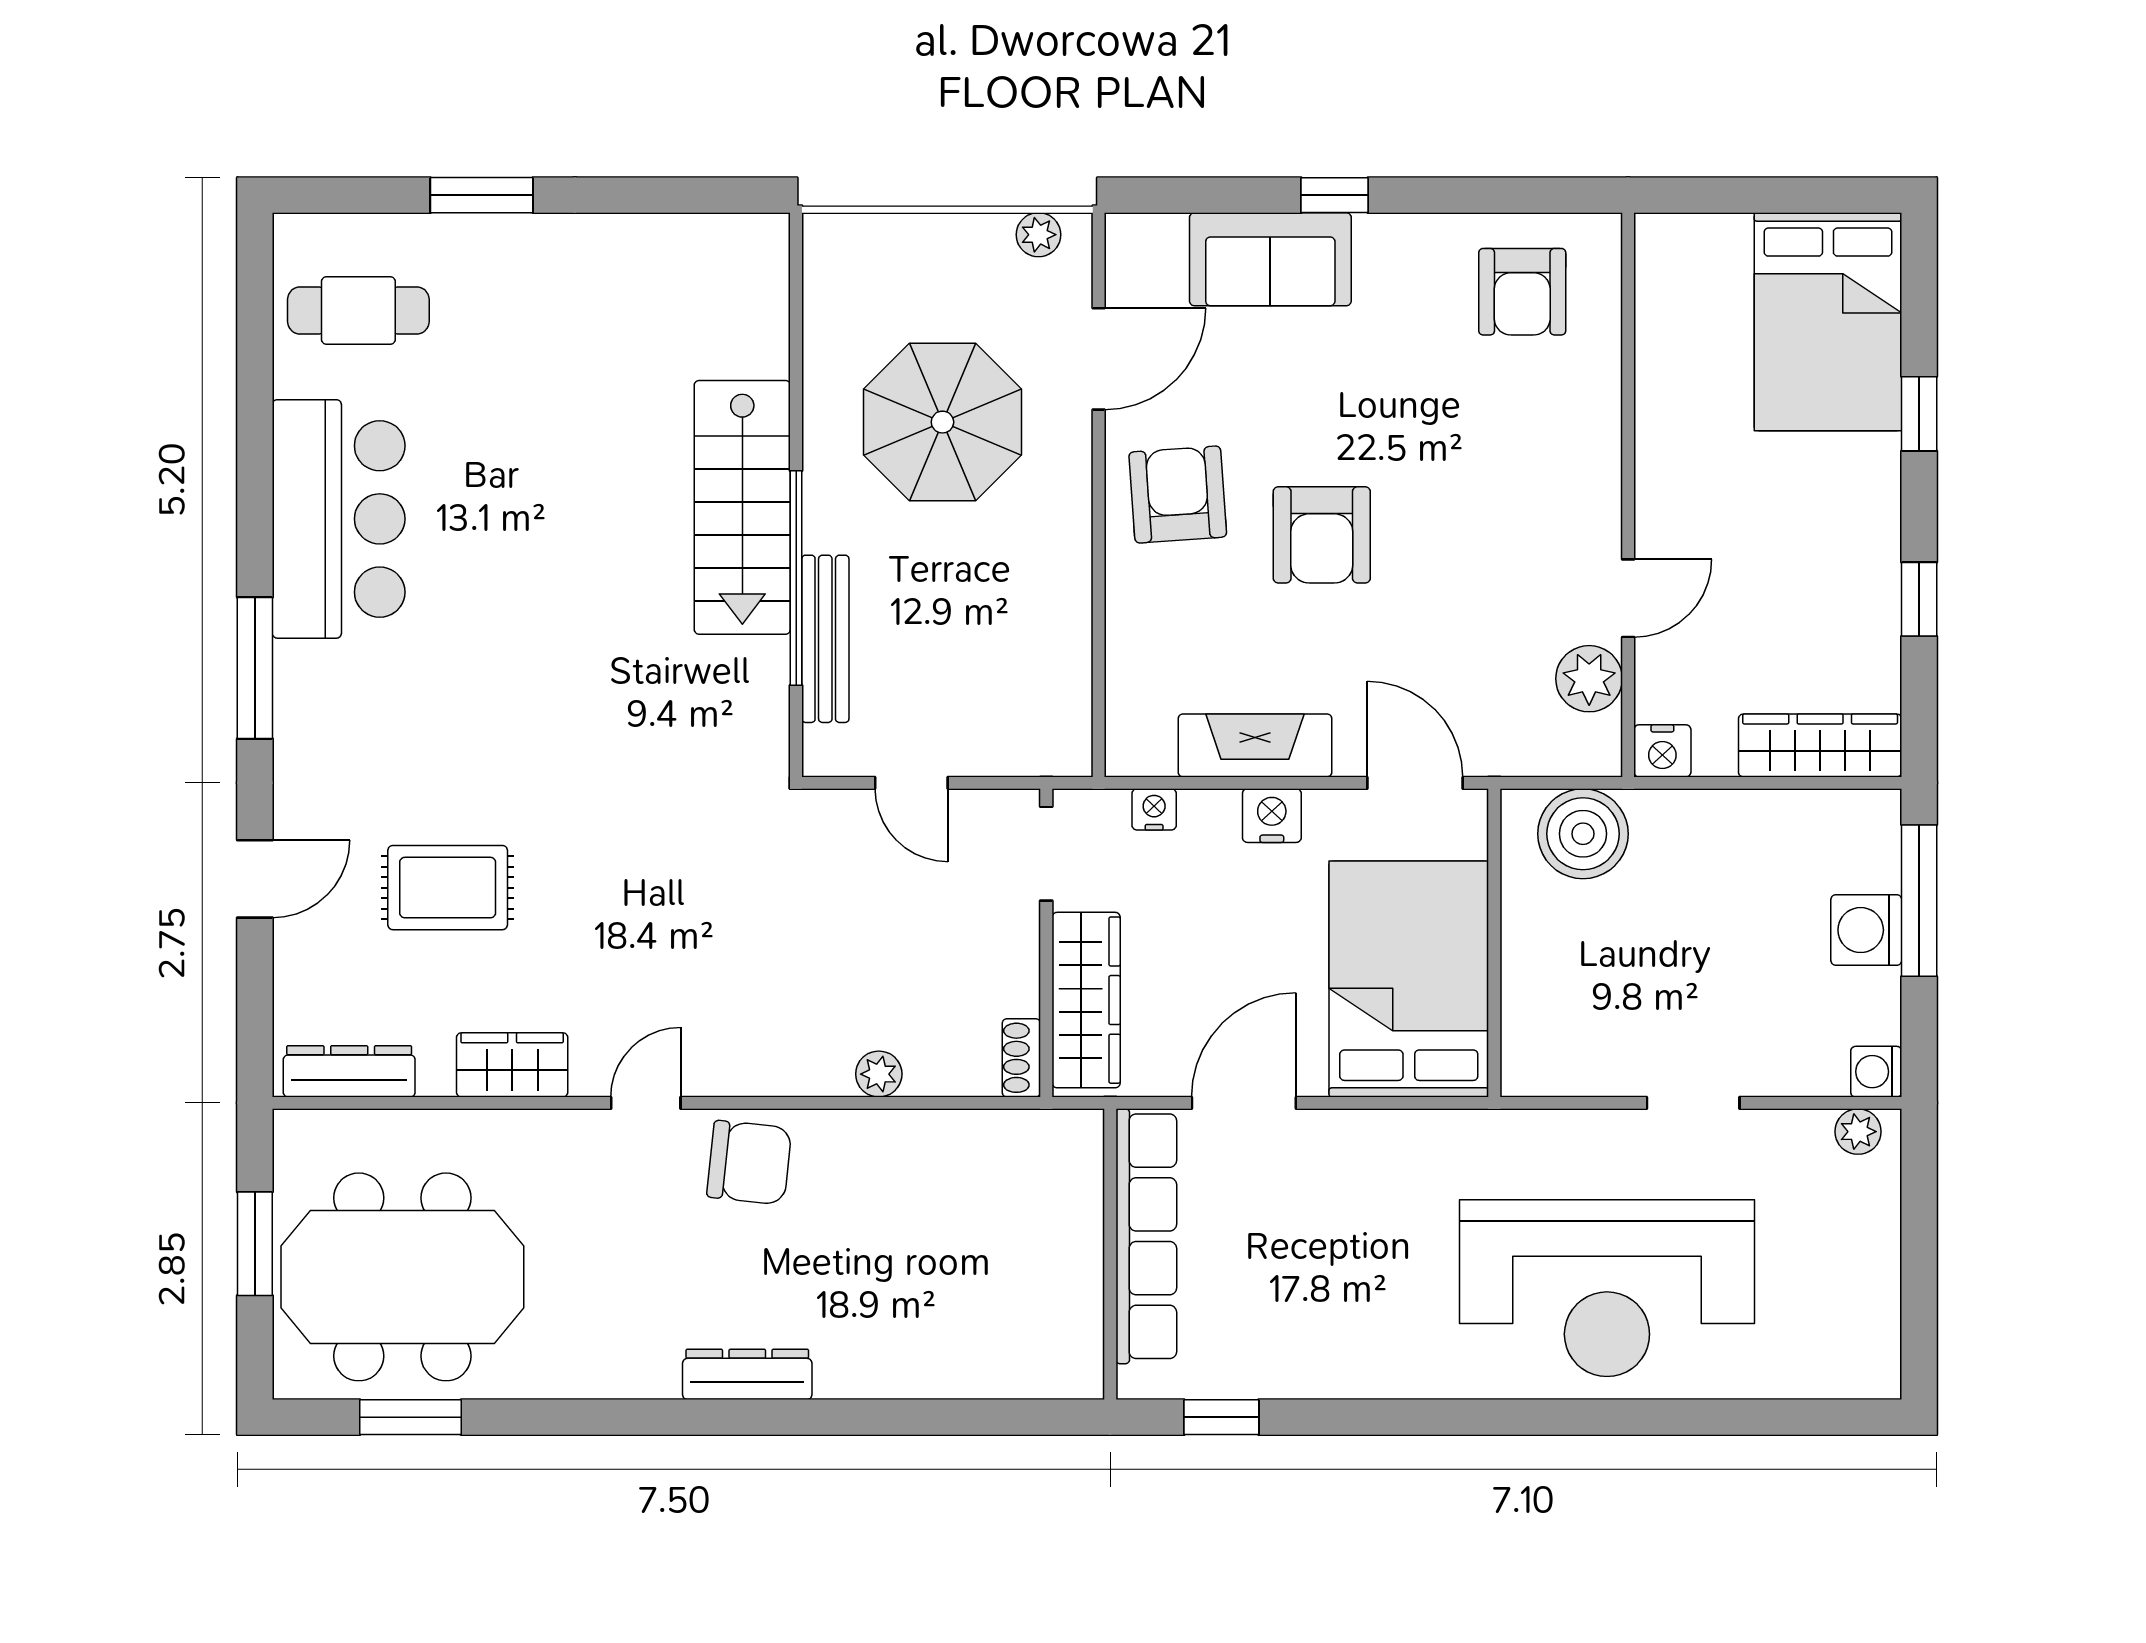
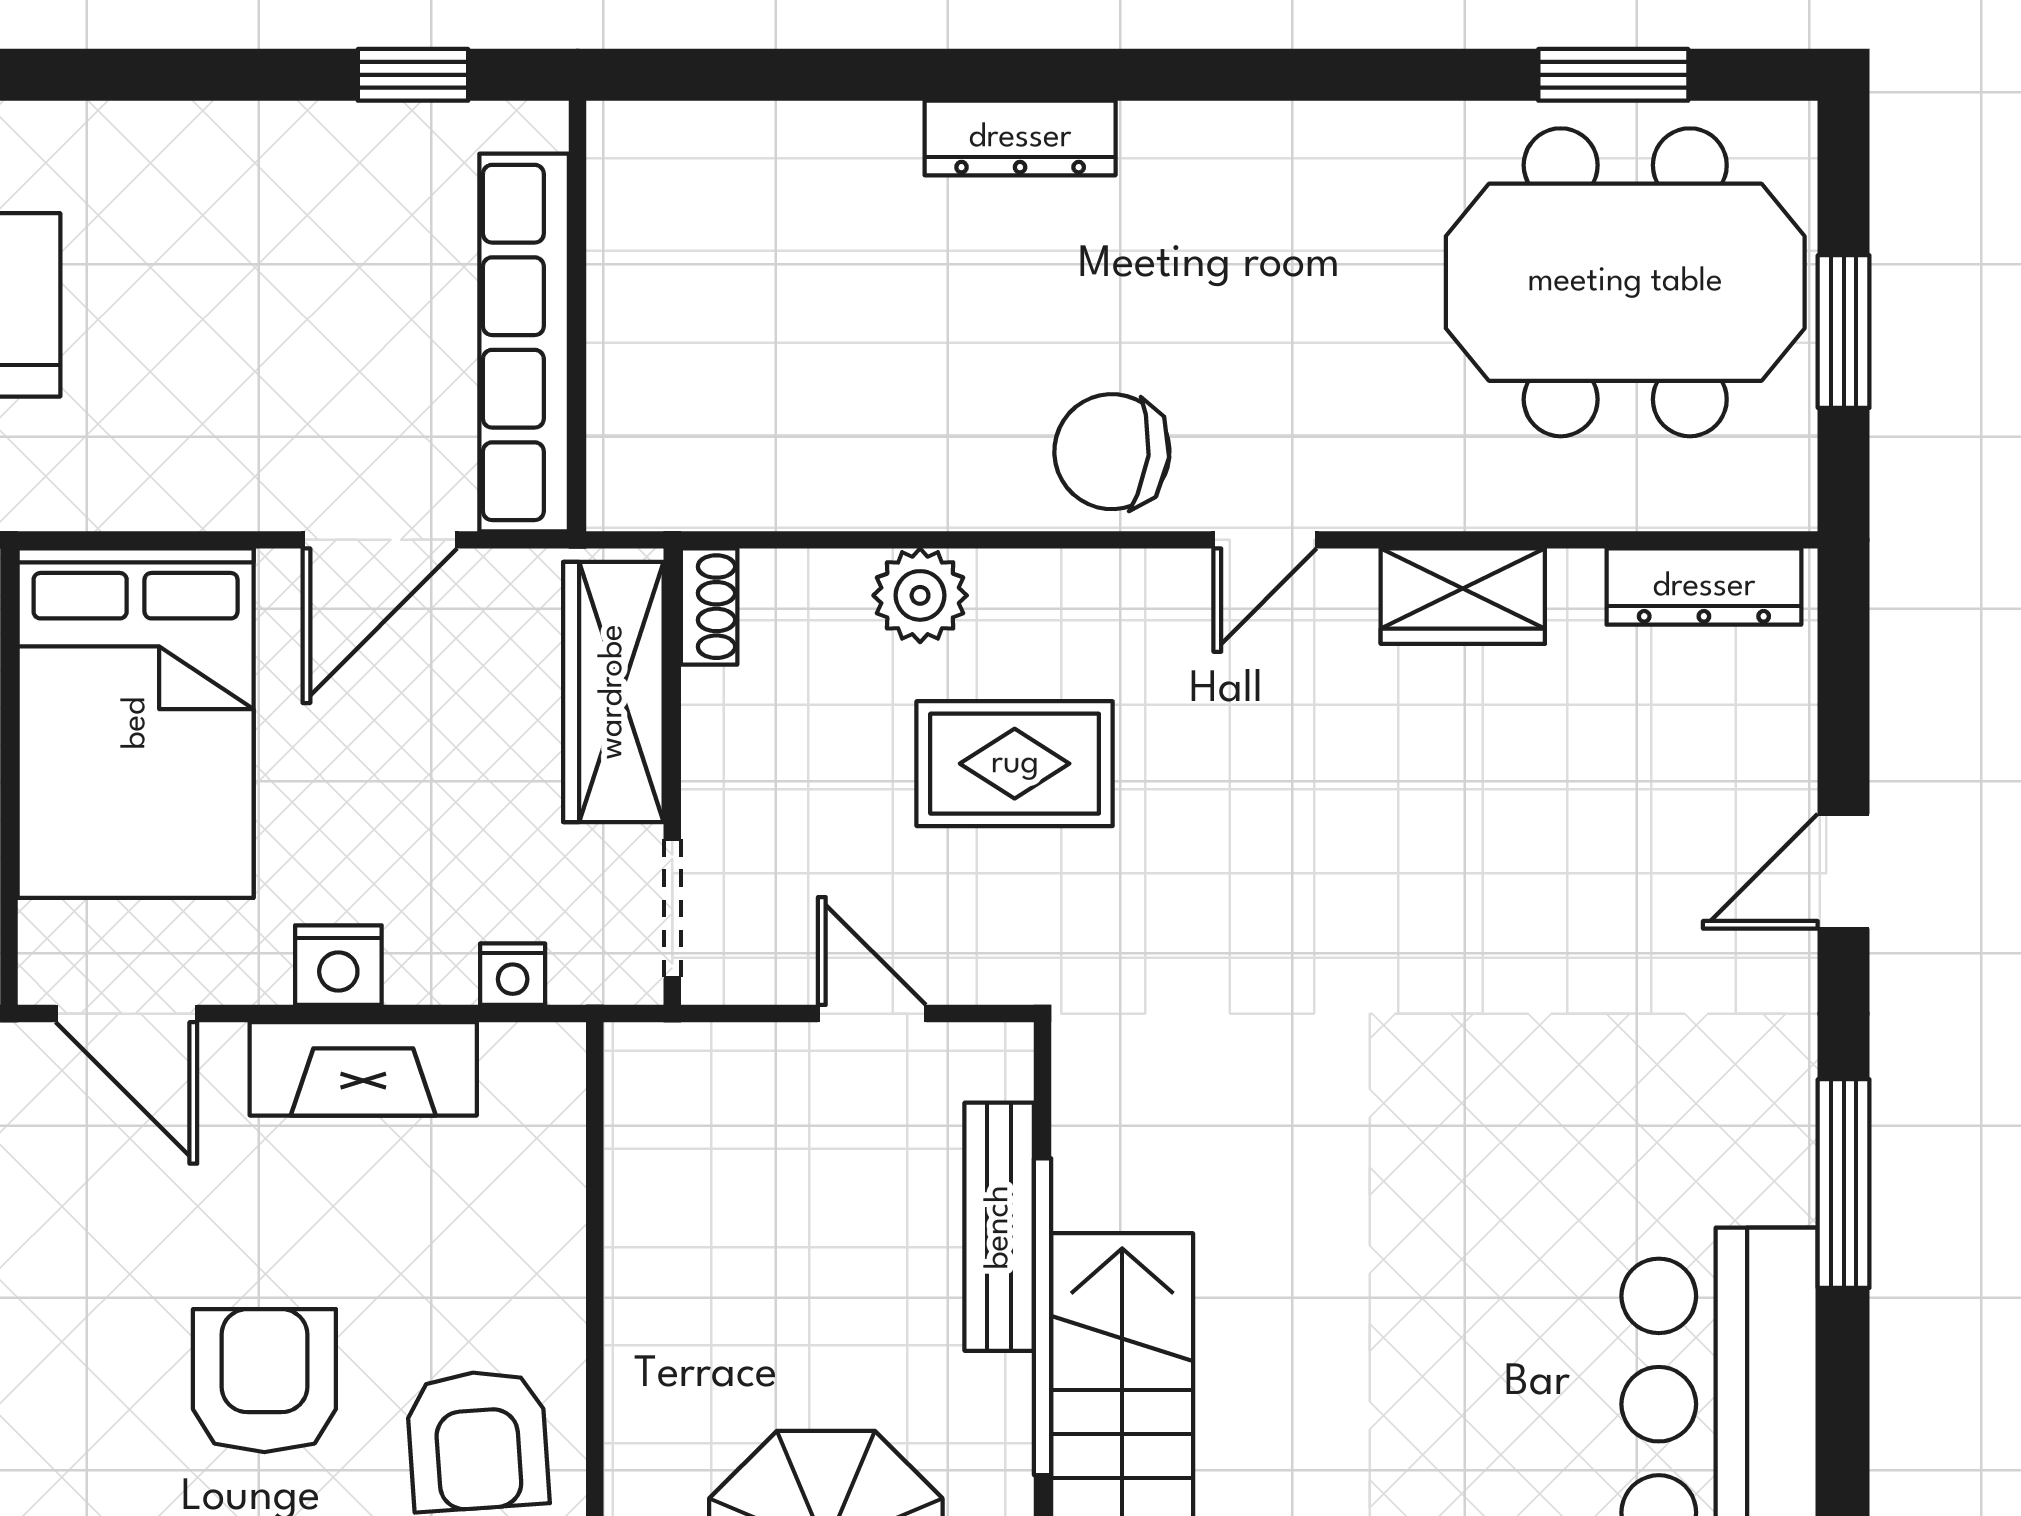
rug: (448, 888) -> (1015, 764), moved
plant: (879, 1074) -> (920, 595), width x1.38, depth x1.38
dresser: (747, 1374) -> (1020, 138), moved

